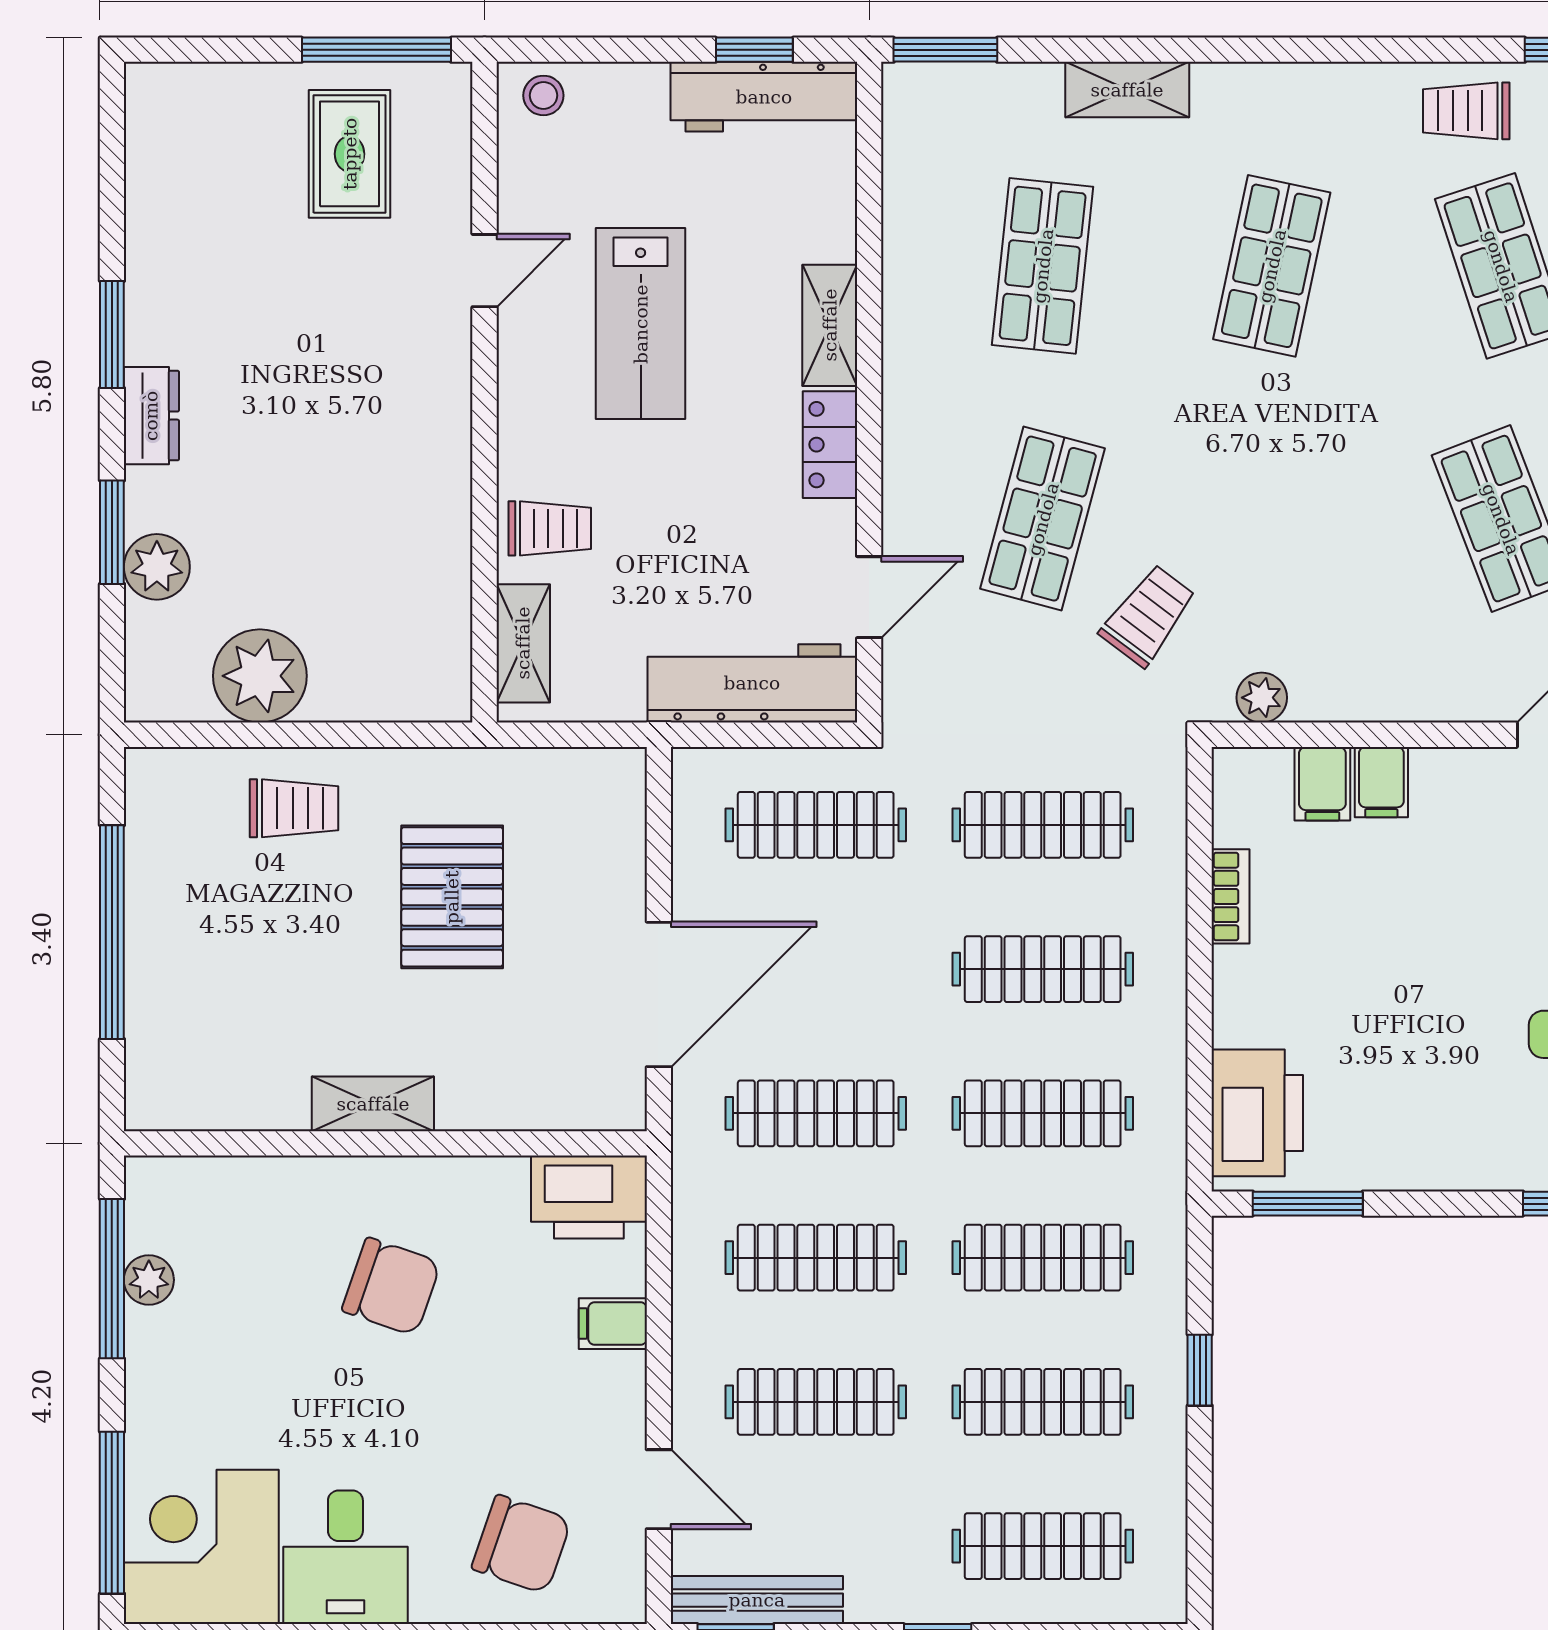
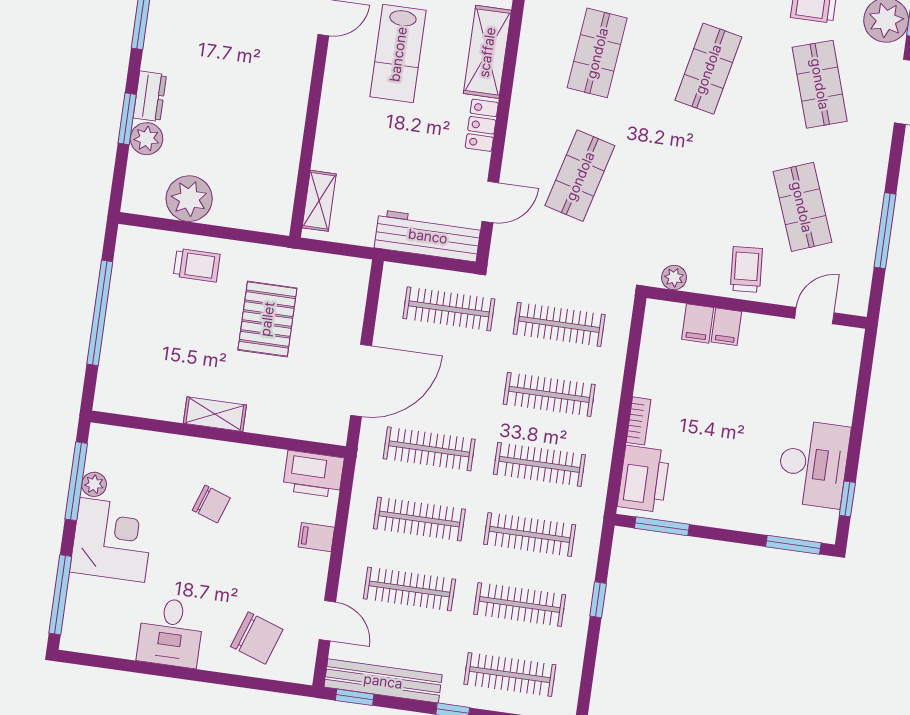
shelving: (830, 325) -> (487, 52), width x1.50, depth x1.33
dresser: (151, 416) -> (150, 96), moved
trolley: (550, 528) -> (340, 147), removed
trolley: (1148, 616) -> (746, 269), moved, turned -41
bookcase: (1231, 896) -> (638, 421), moved
chair: (391, 1287) -> (211, 504), width x0.73, depth x0.73
corner desk: (201, 1547) -> (112, 540), moved, turned 90
bench: (757, 1600) -> (383, 681), width x1.37, depth x1.21

